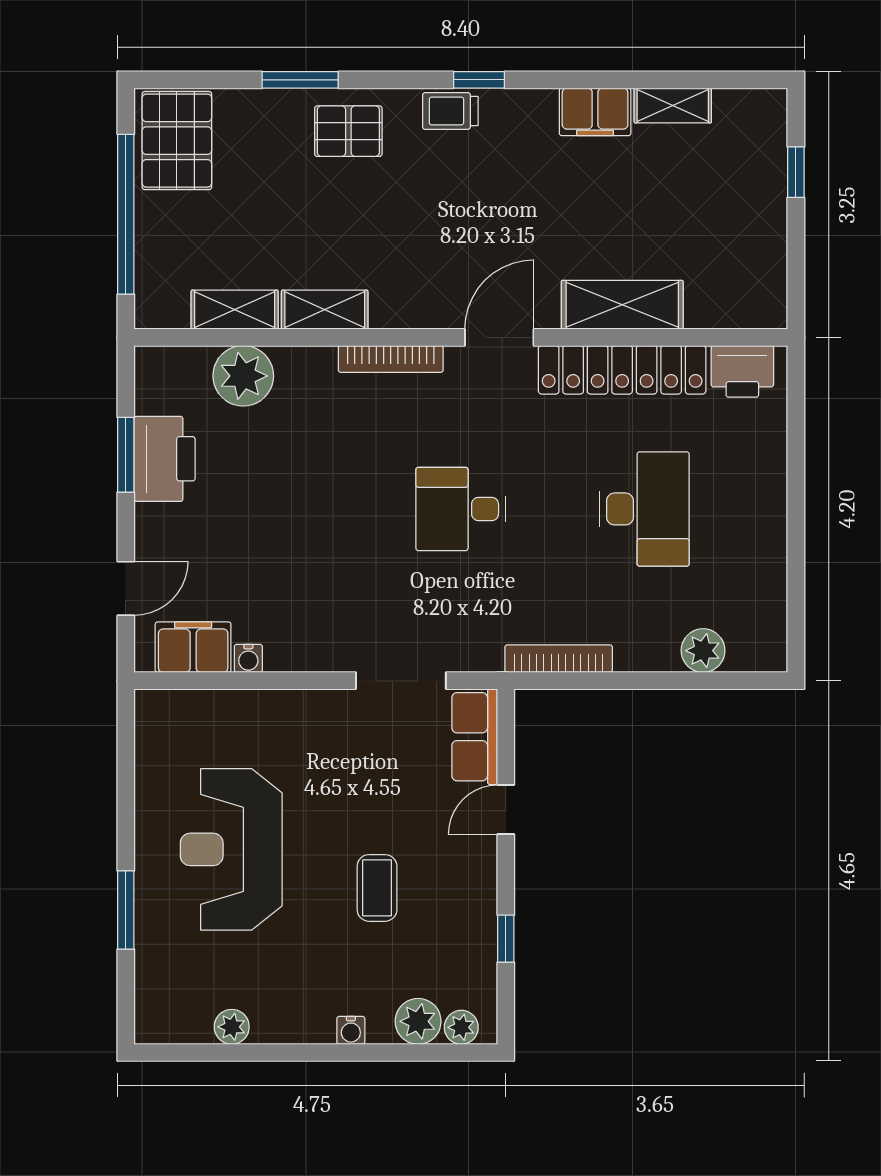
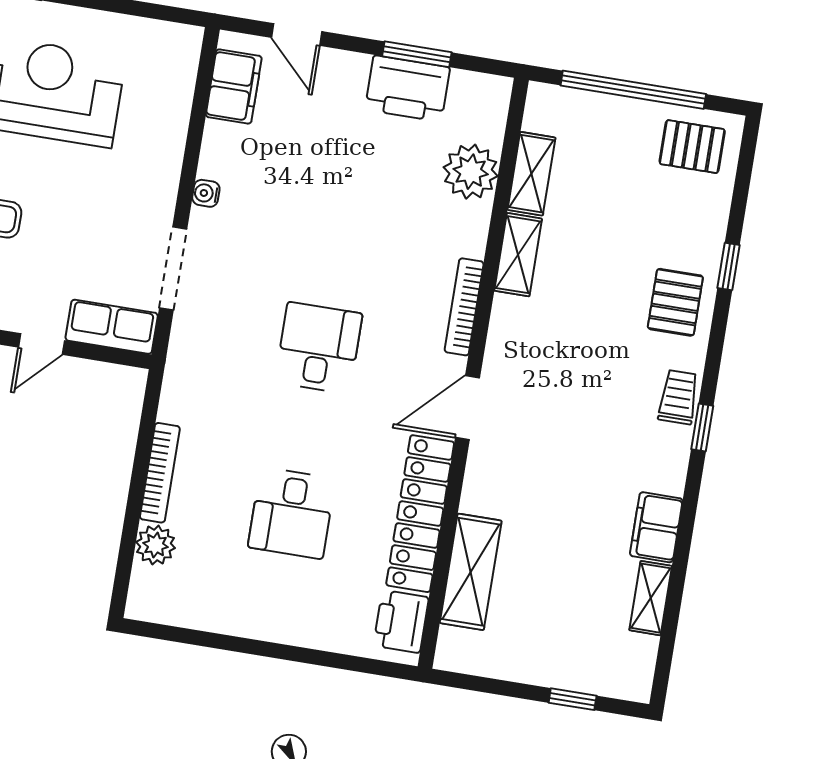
window: (300, 80) -> (729, 267), width x0.67
pallet: (177, 141) -> (692, 147), width x0.67, depth x0.71
shelving: (622, 305) -> (471, 572), moved
door: (499, 337) -> (467, 408), swing flipped
desk: (644, 509) -> (292, 513), width x0.73
water cooler: (248, 658) -> (206, 193), moved
bookcase: (559, 659) -> (160, 473), moved
door: (506, 810) -> (41, 344), swing flipped

